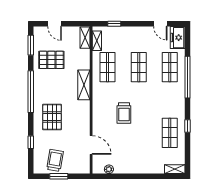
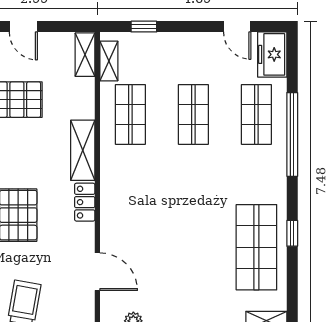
locker: (85, 111) -> (85, 202), added
trolley: (124, 113) -> (164, 207), removed
shop shelf: (170, 133) -> (256, 247), width x1.43, depth x1.36

